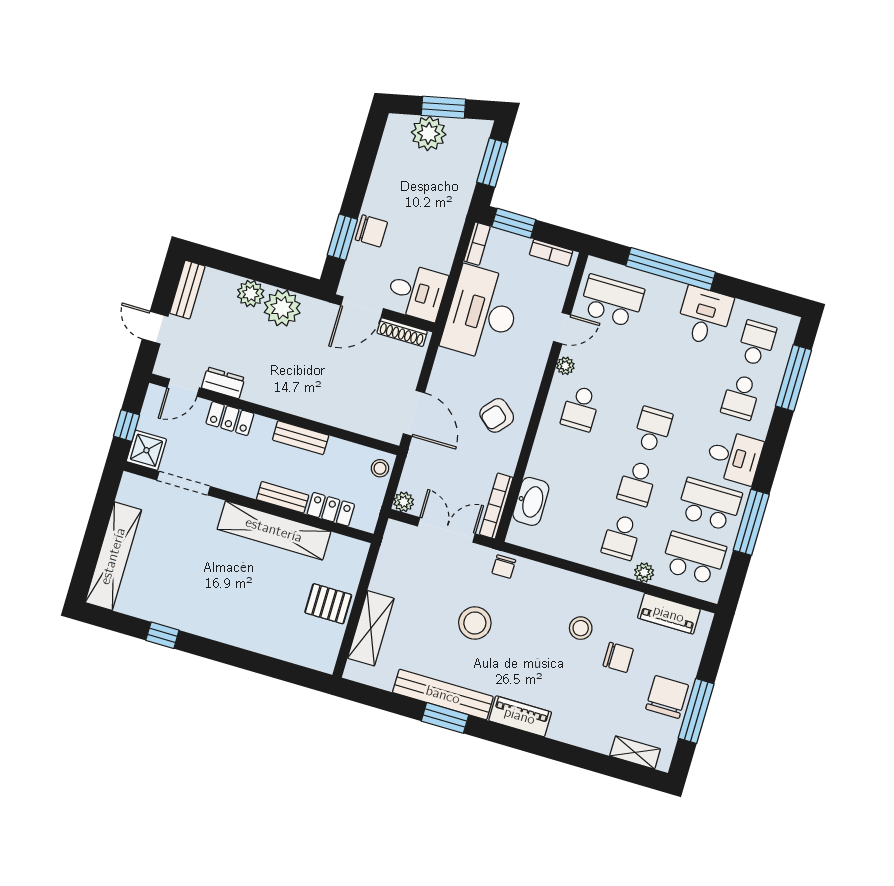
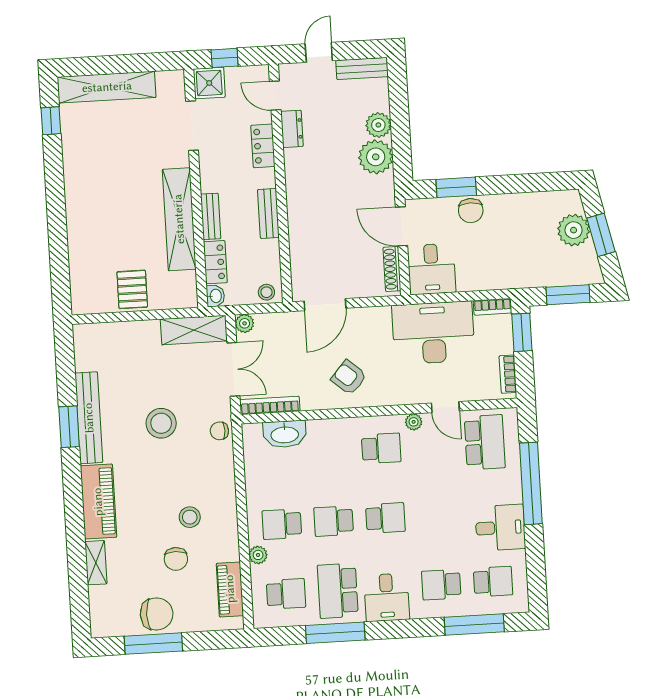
school desk: (580, 408) -> (381, 448), turned 180
school desk: (709, 504) -> (338, 591), turned 180
washbasin: (365, 522) -> (215, 296), added
school desk: (694, 558) -> (286, 594), width x0.54
shelving: (371, 628) -> (194, 330), moved
window: (162, 635) -> (51, 121), moved
piano: (520, 716) -> (98, 502), width x1.37, depth x1.33
shelving: (635, 752) -> (96, 563), moved

